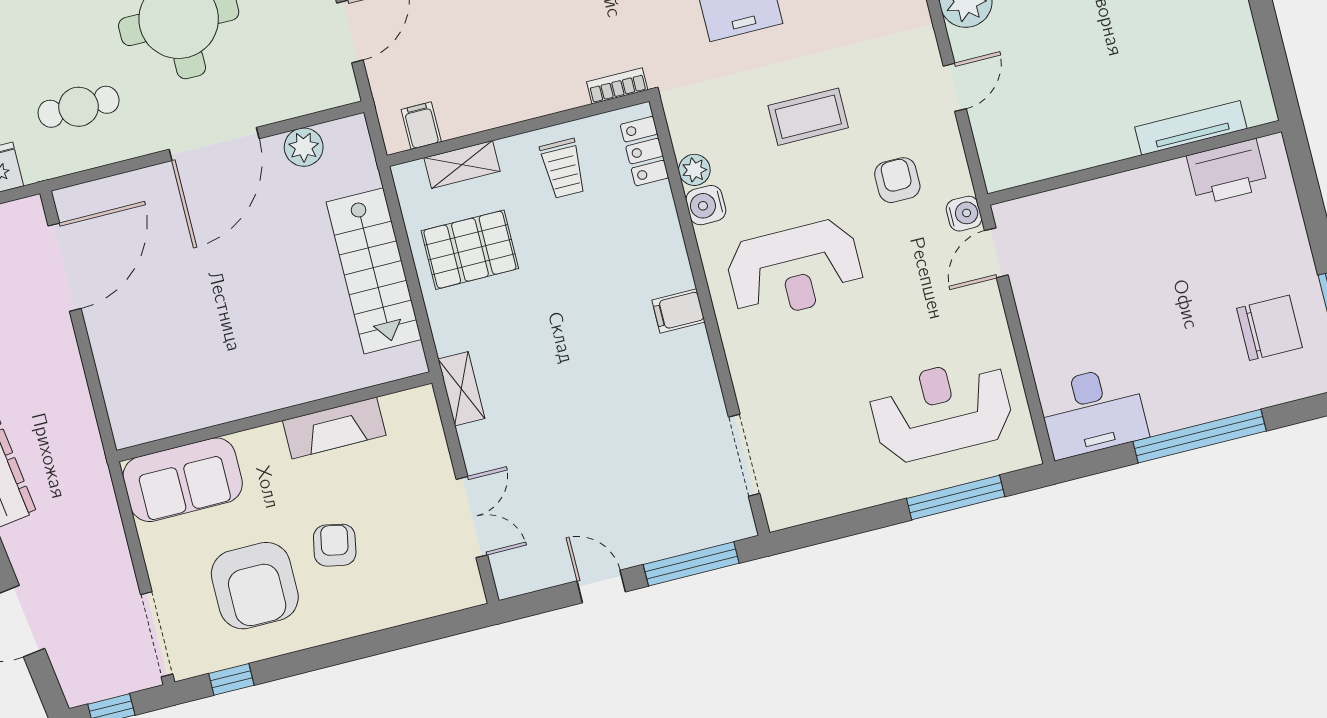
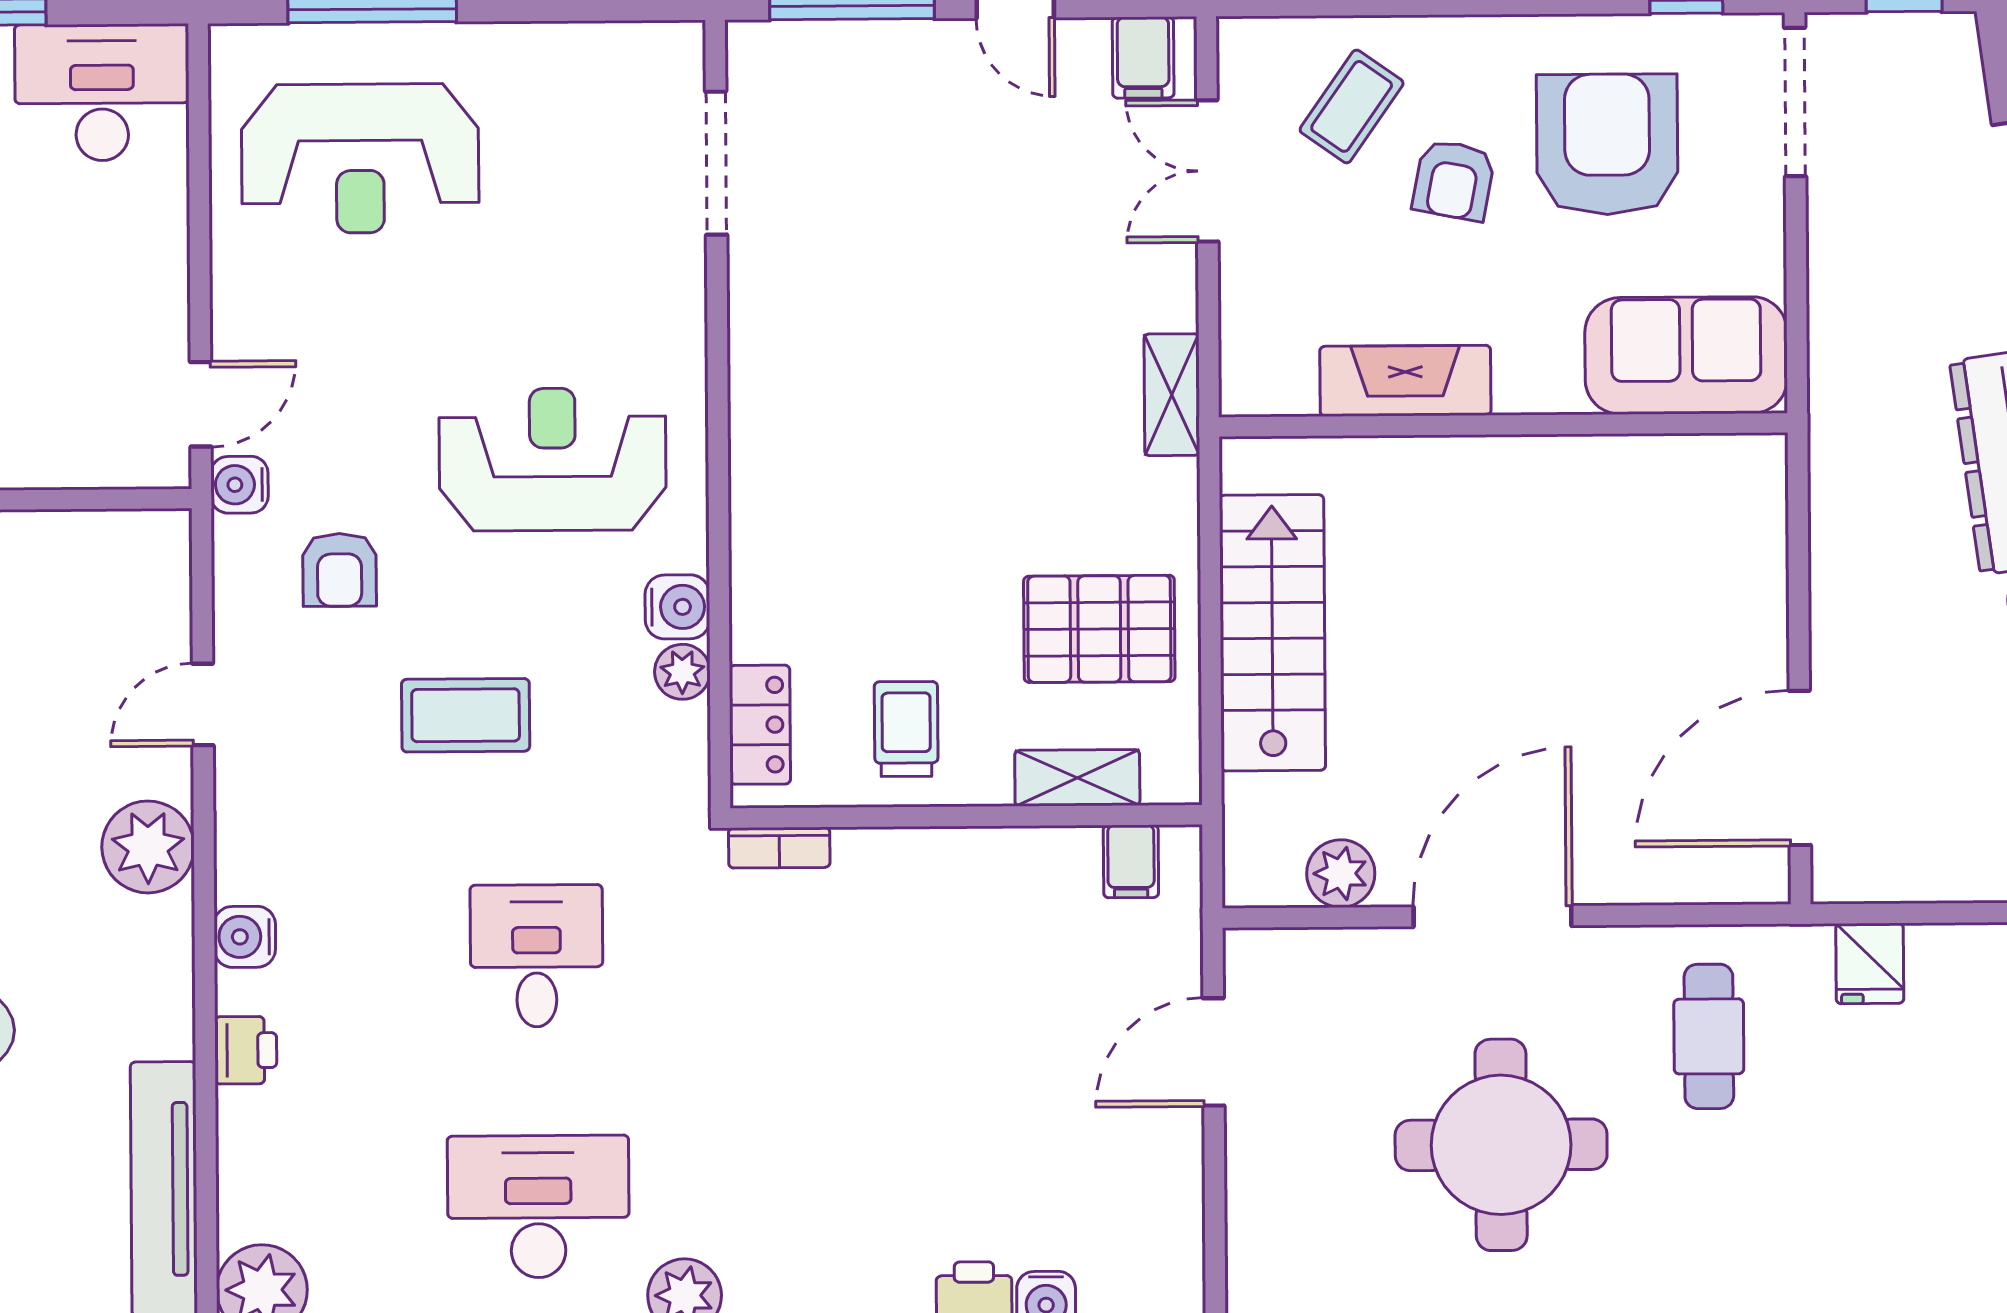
cafe table: (79, 107) -> (1709, 1036), turned 90
filing cabinet: (678, 311) -> (1143, 58), moved, turned 90
coffee table: (401, 572) -> (1352, 106), added

